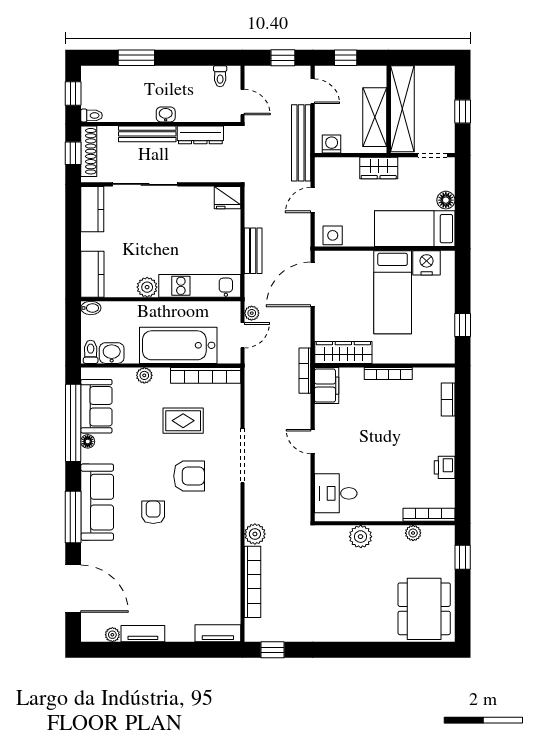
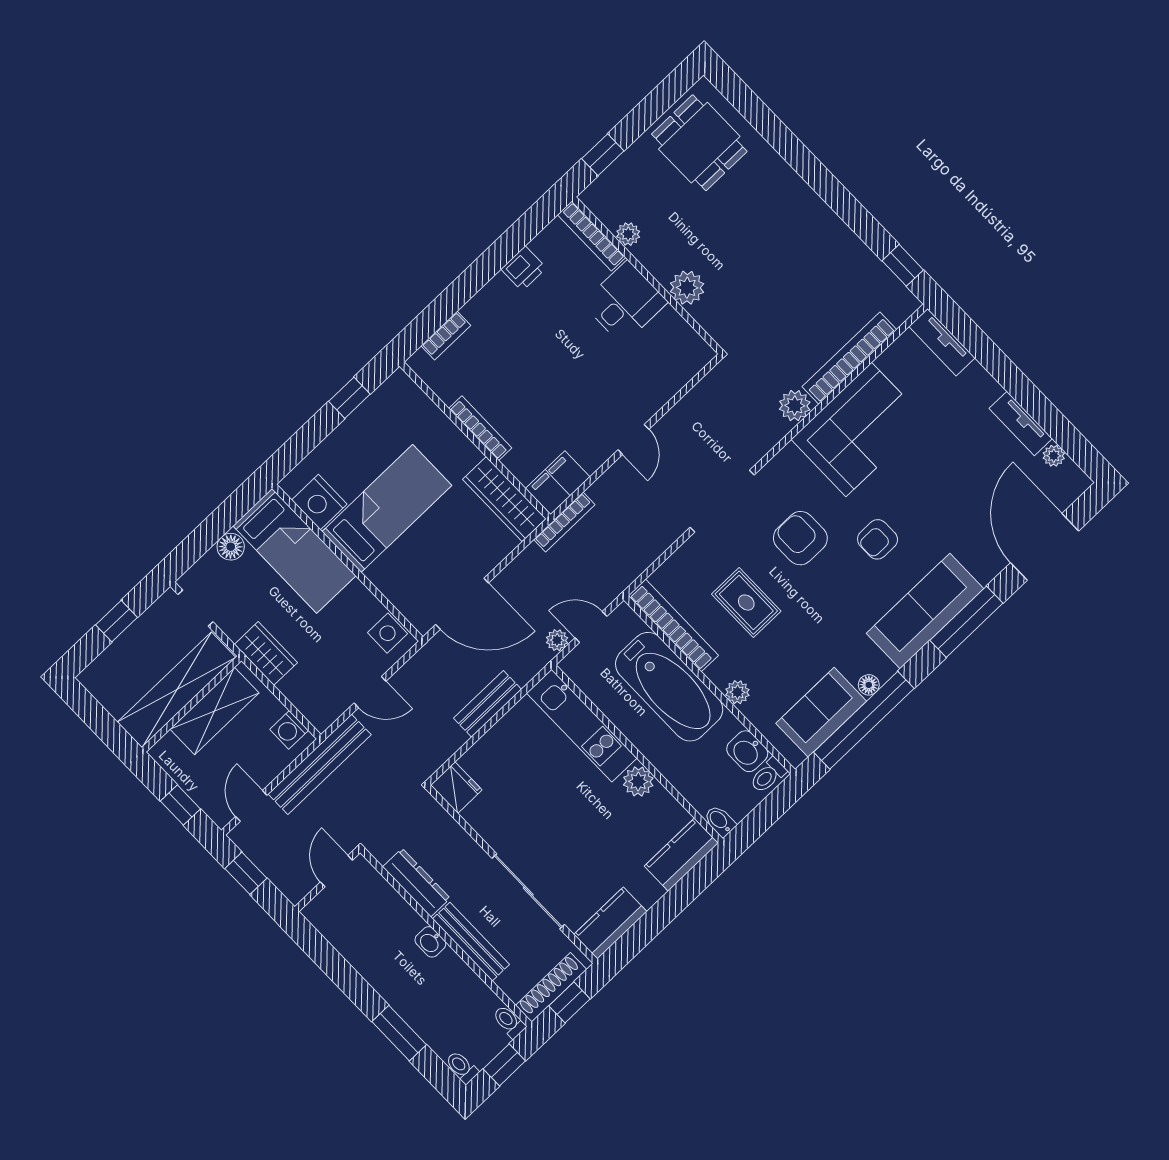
toilet: (220, 76) -> (462, 1067), moved, turned -90
desk: (336, 493) -> (625, 303), moved, turned -90
corner sofa: (214, 554) -> (859, 430), added
dining table: (424, 609) -> (699, 143), width x0.73

